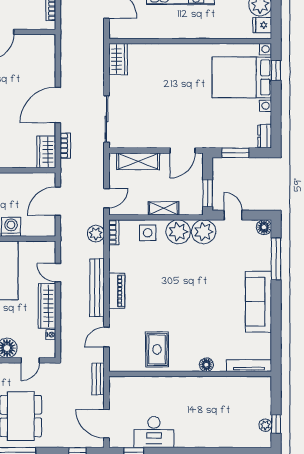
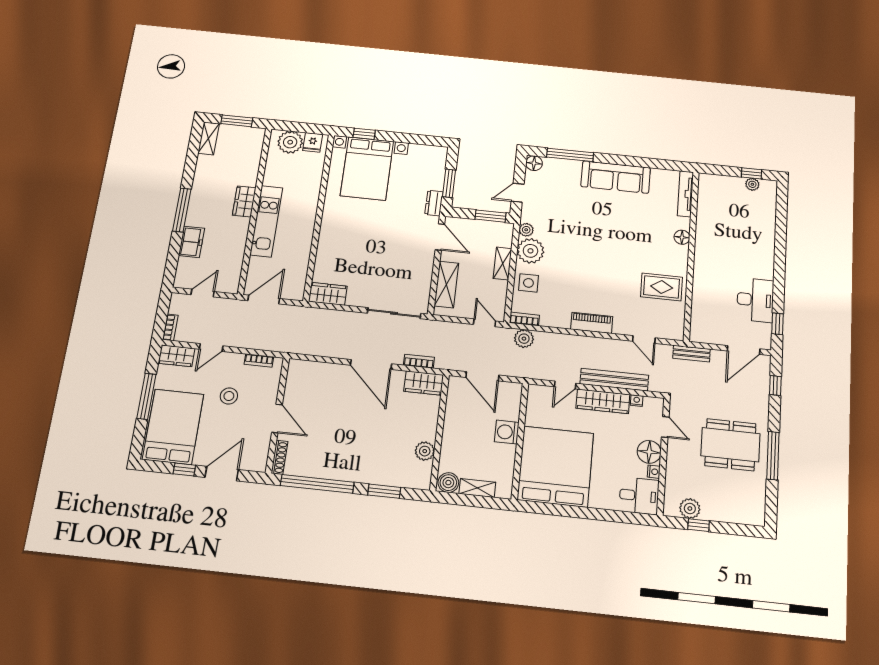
dresser: (265, 136) -> (434, 203), moved, turned 90
plant: (204, 232) -> (526, 230), width x0.53, depth x0.53
bench: (97, 288) -> (614, 380), moved

